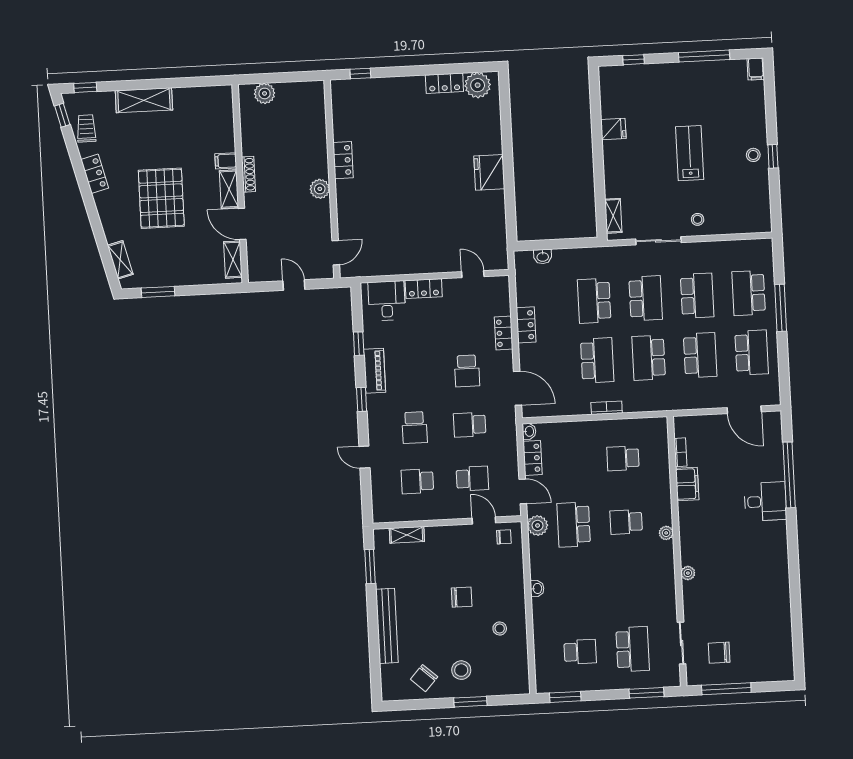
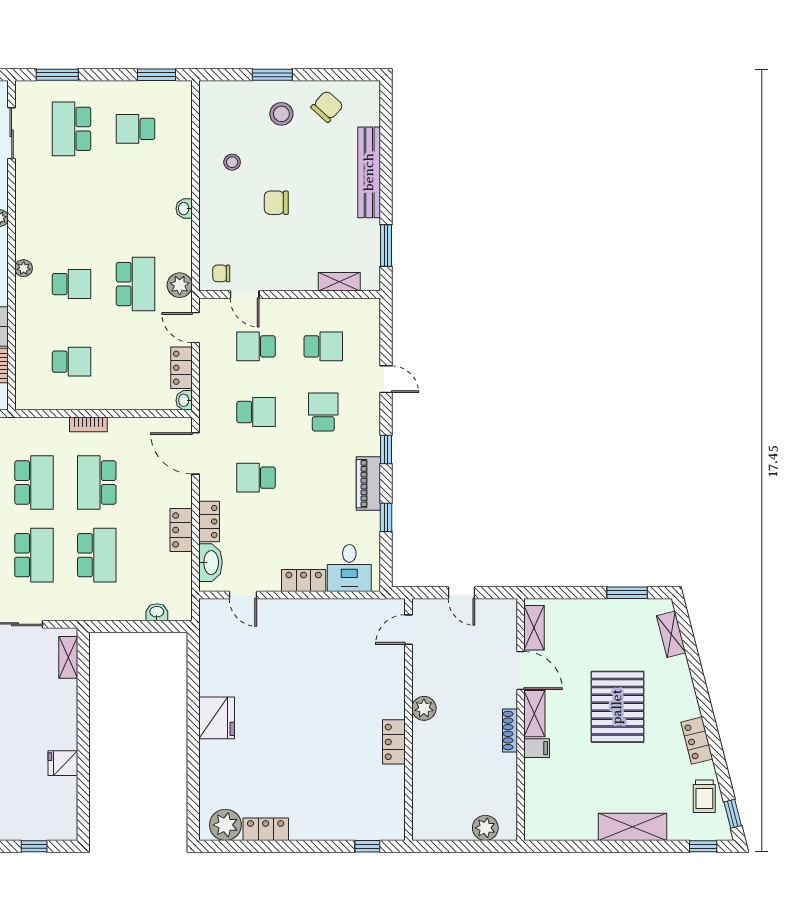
school desk: (646, 298) -> (34, 555), turned 180
washbasin: (501, 299) -> (210, 563), added
school desk: (467, 371) -> (256, 478), turned -90

